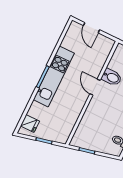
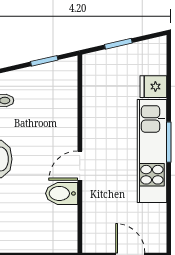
door: (95, 87) -> (80, 166), swing flipped
fridge: (30, 124) -> (153, 87), moved

